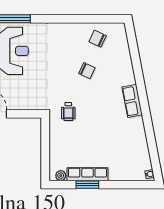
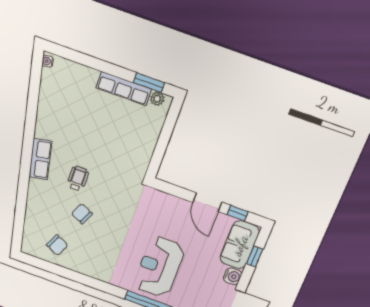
wheelchair: (68, 111) -> (78, 179), moved
window: (87, 185) -> (149, 83), moved

